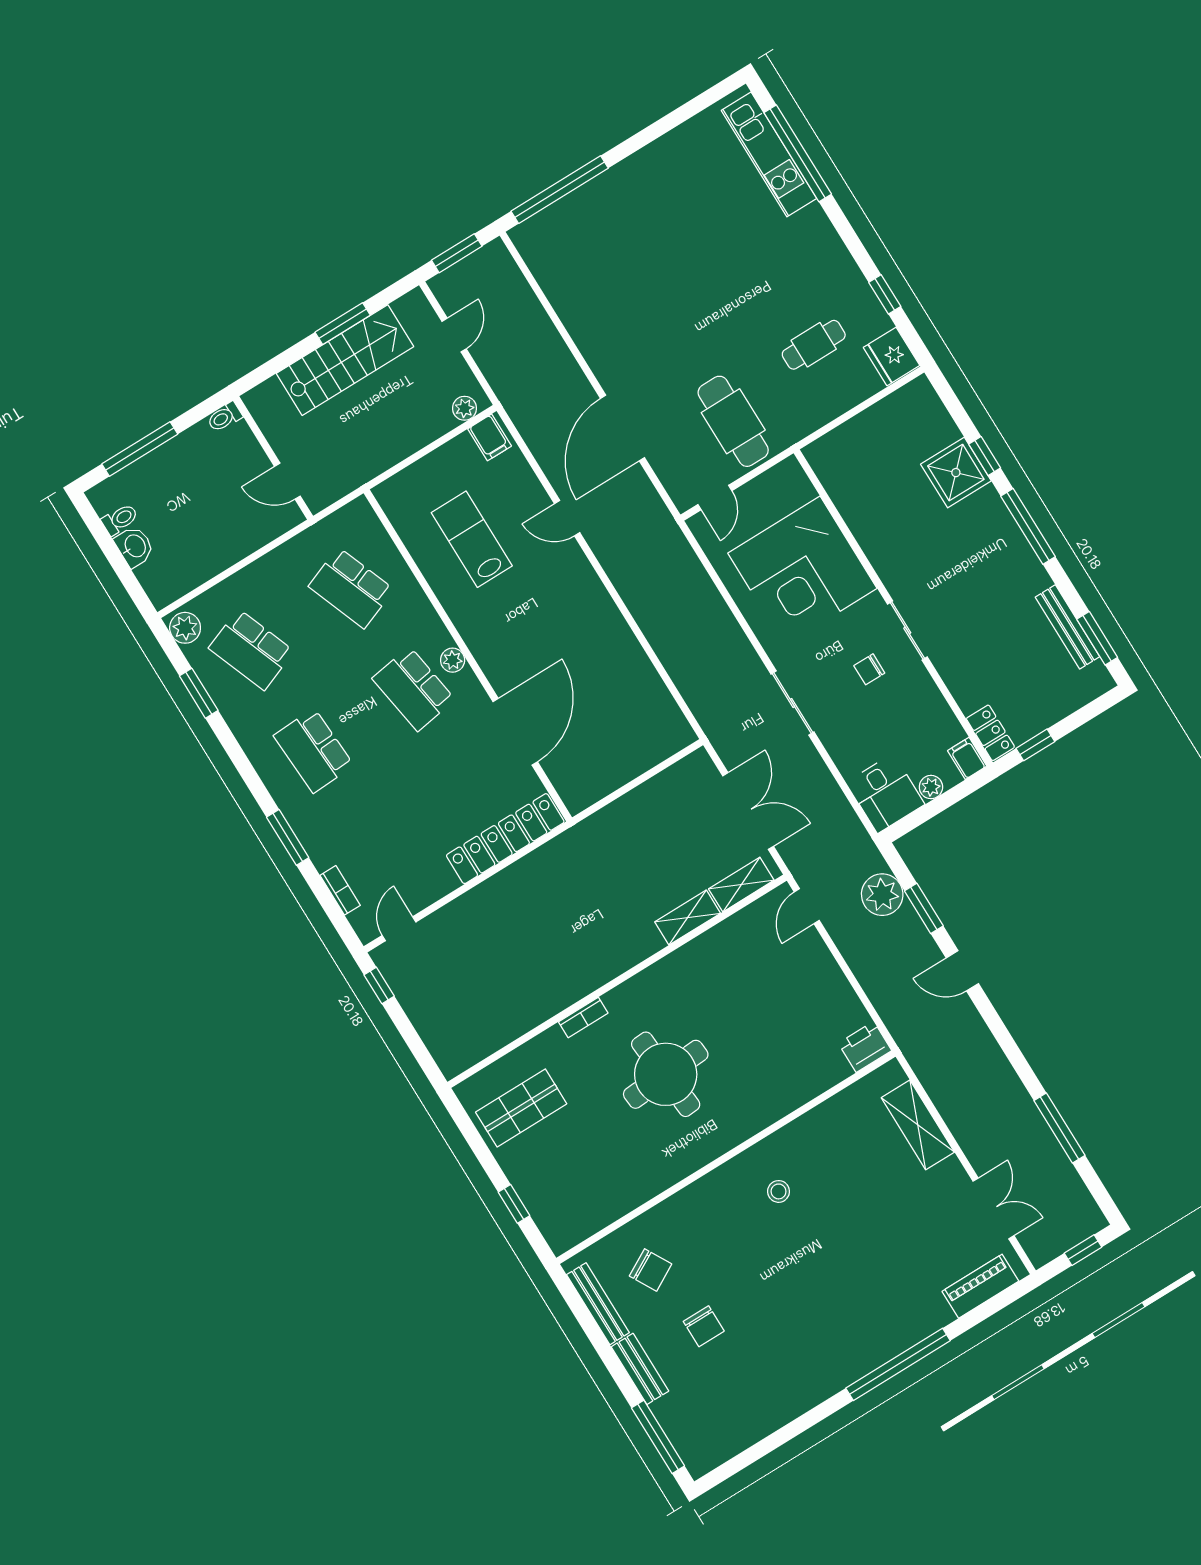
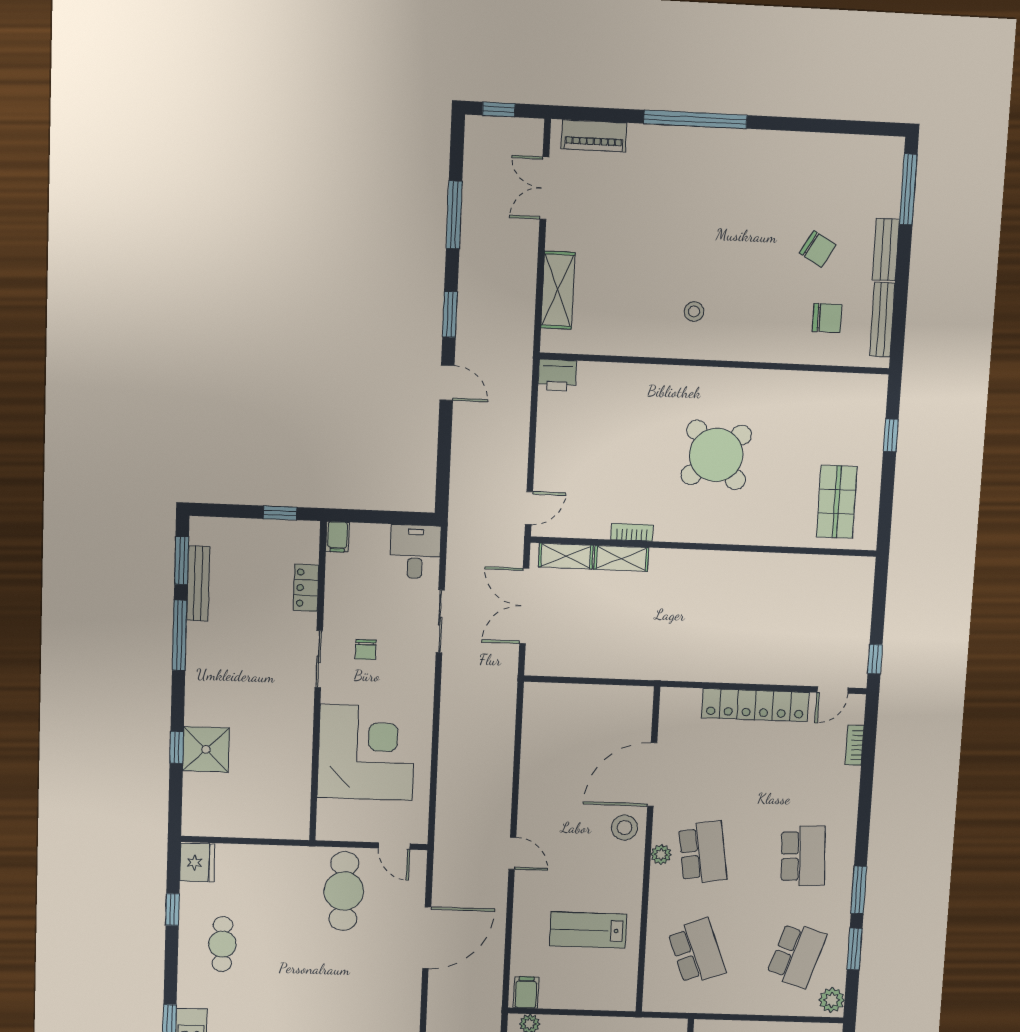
cafe table: (814, 345) -> (222, 944), moved, turned 90
door: (715, 498) -> (394, 846), swing flipped
door: (567, 518) -> (512, 853), moved
window: (1028, 526) -> (180, 635), moved
lab bench: (472, 539) -> (588, 930), turned 90
school desk: (251, 650) -> (797, 955), turned 39
stool: (506, 663) -> (624, 828), added
chair: (869, 669) -> (366, 650), turned 90
sliding door: (792, 703) -> (440, 621), moved
locker: (990, 733) -> (306, 588), moved
plant: (931, 787) -> (378, 534), removed
window: (288, 837) -> (859, 890), moved
locker: (505, 839) -> (755, 705), moved
plant: (882, 895) -> (468, 479), removed
window: (924, 908) -> (450, 314), moved
bookcase: (583, 1018) -> (632, 532), moved
round table: (666, 1074) -> (716, 455), turned -37
shop shelf: (521, 1108) -> (837, 502), turned 90
chair: (651, 1270) -> (827, 318), turned 119
chair: (704, 1326) -> (818, 249), turned 120

